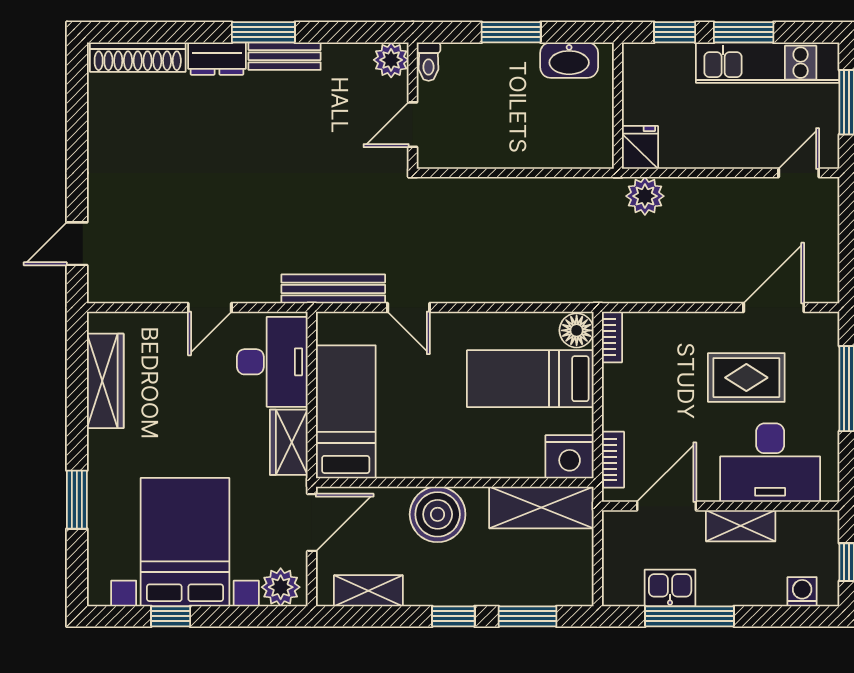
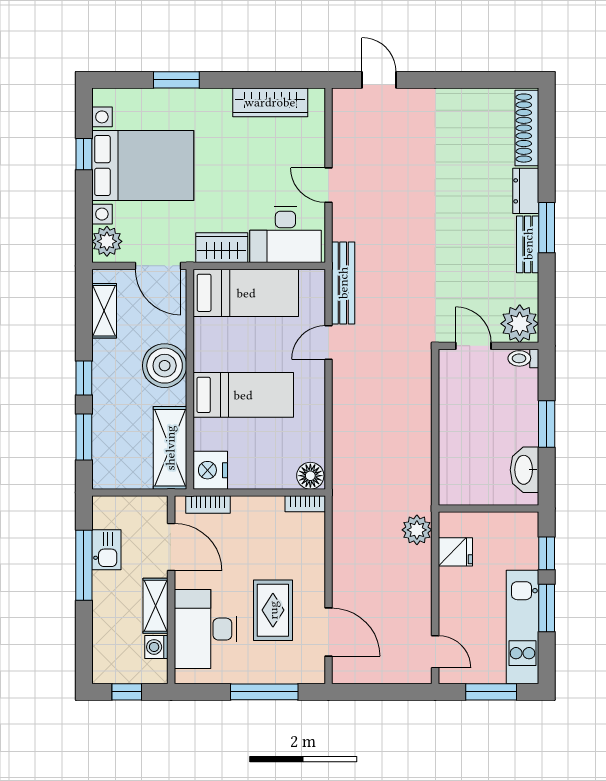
plant: (391, 60) -> (520, 324), width x1.36, depth x1.36
fridge: (640, 147) -> (455, 552), moved
bed: (530, 379) -> (243, 395), moved, turned 90
washing machine: (802, 592) -> (156, 647), moved, turned 180

